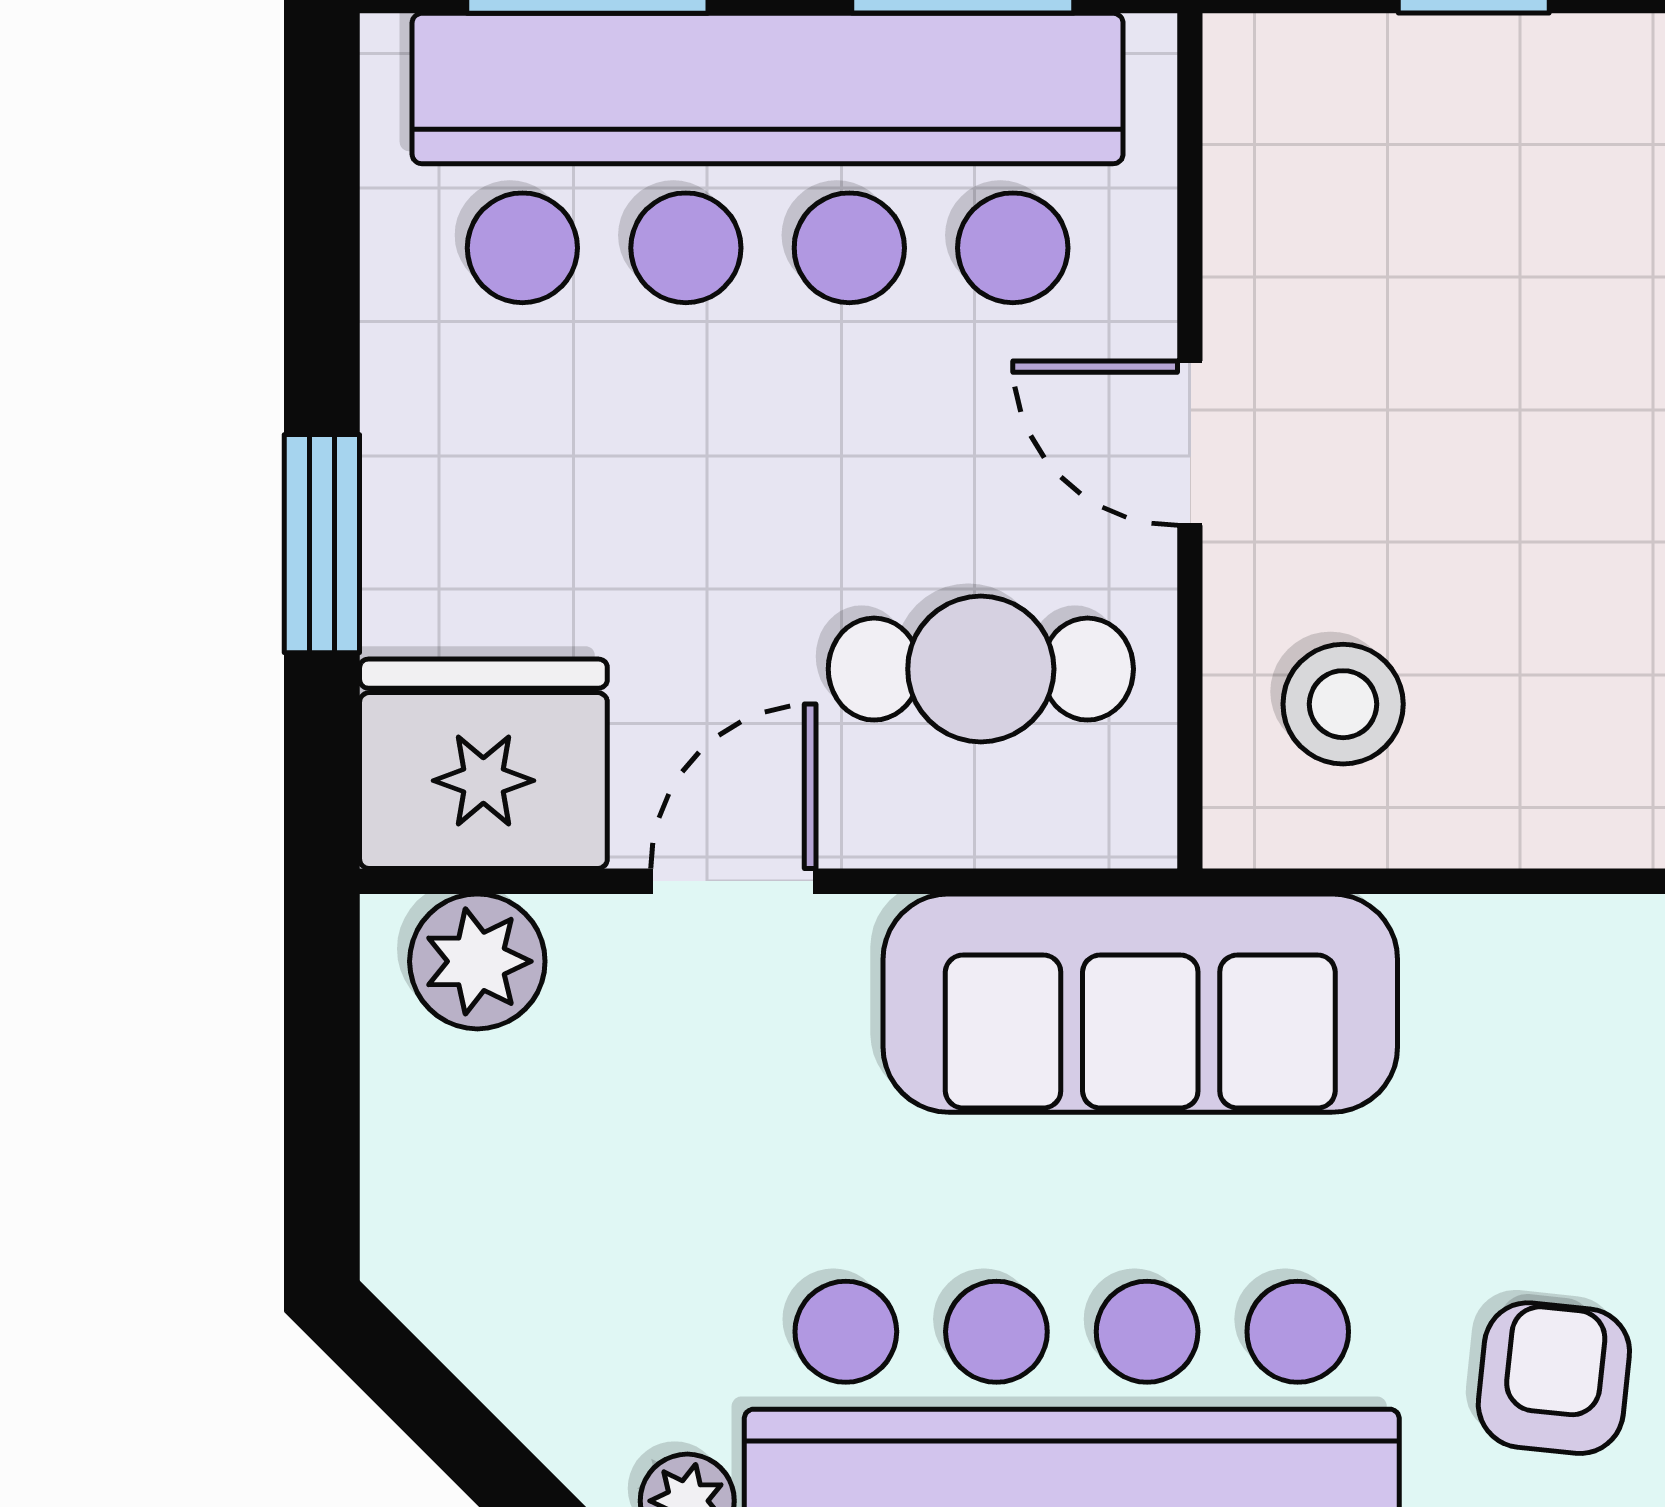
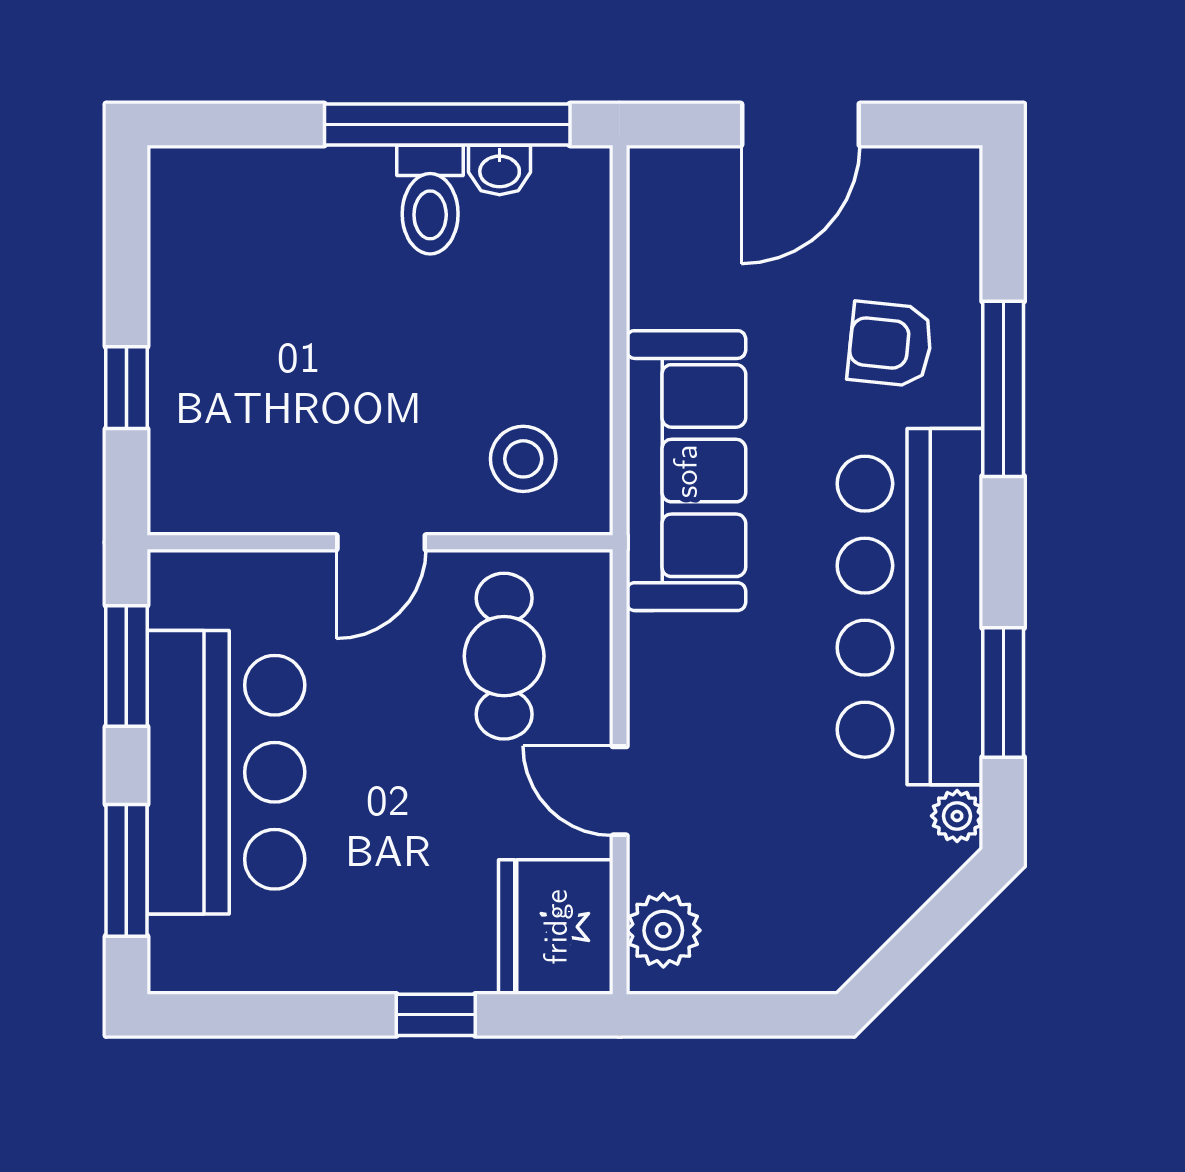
bar counter: (768, 158) -> (226, 772), width x0.73
window: (322, 544) -> (436, 1015), width x0.67
sofa: (1140, 1003) -> (686, 471), moved

